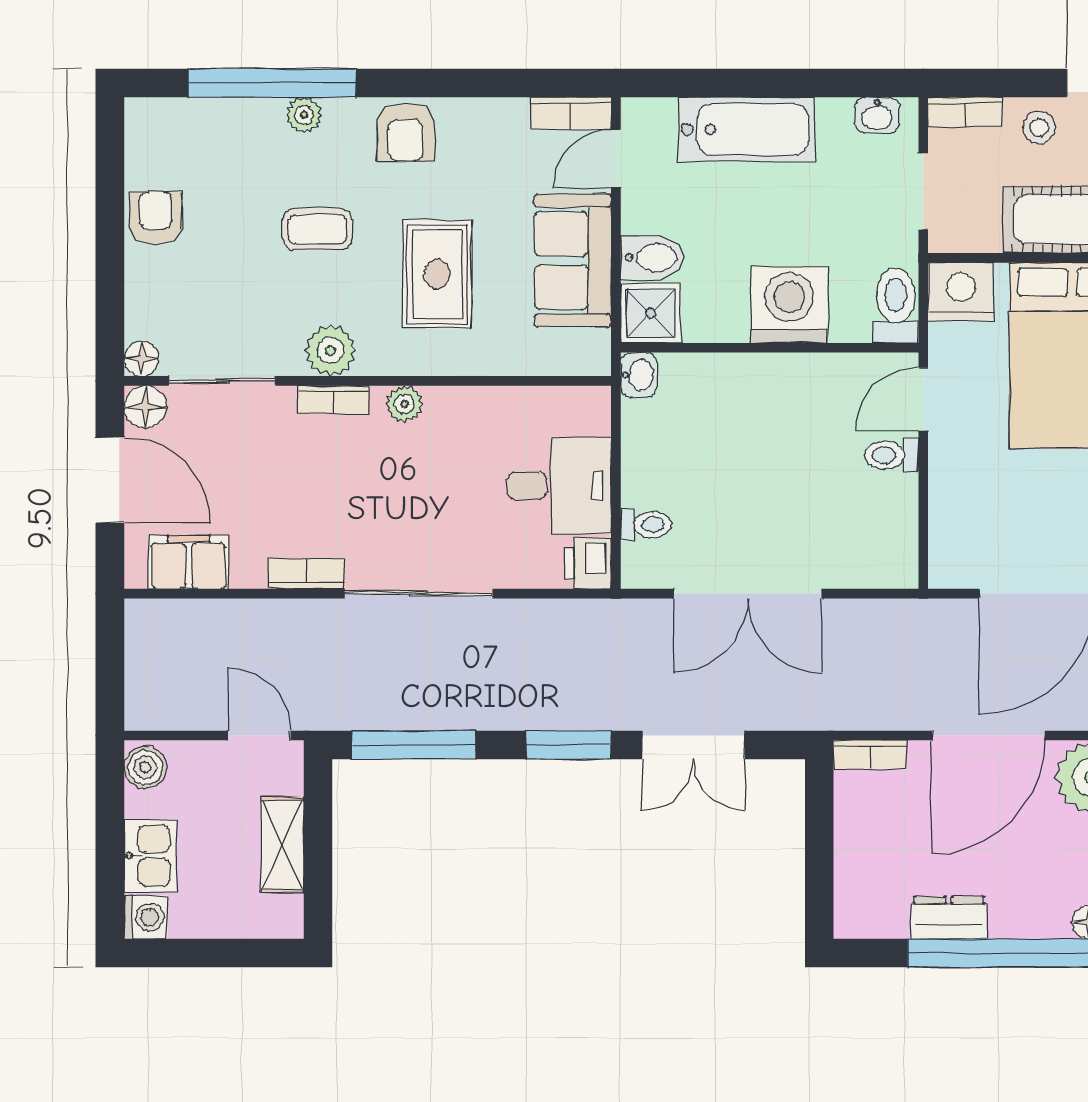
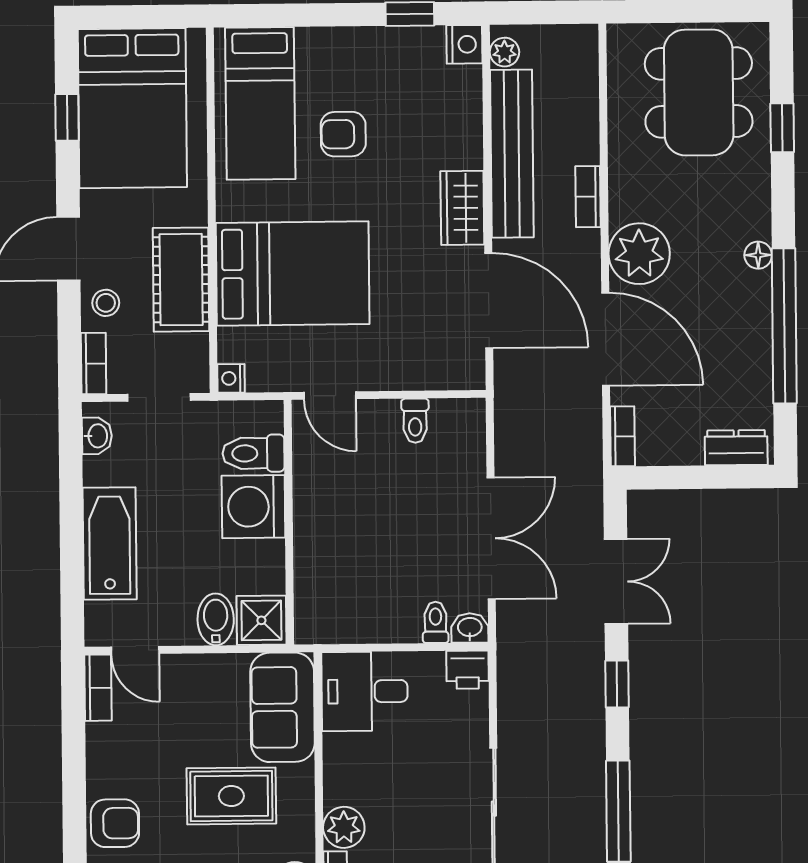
sofa: (573, 261) -> (282, 707), moved, turned 90
nightstand: (961, 292) -> (231, 378), width x0.53, depth x0.56
toilet: (896, 305) -> (253, 453), moved
washbasin: (639, 375) -> (470, 628), moved
plant: (404, 404) -> (344, 827), width x1.38, depth x1.38
toilet: (892, 455) -> (415, 421), moved
desk: (559, 486) -> (365, 691), moved, turned -90
window: (569, 745) -> (617, 684), width x0.67
dresser: (949, 917) -> (736, 448), moved, turned 90

